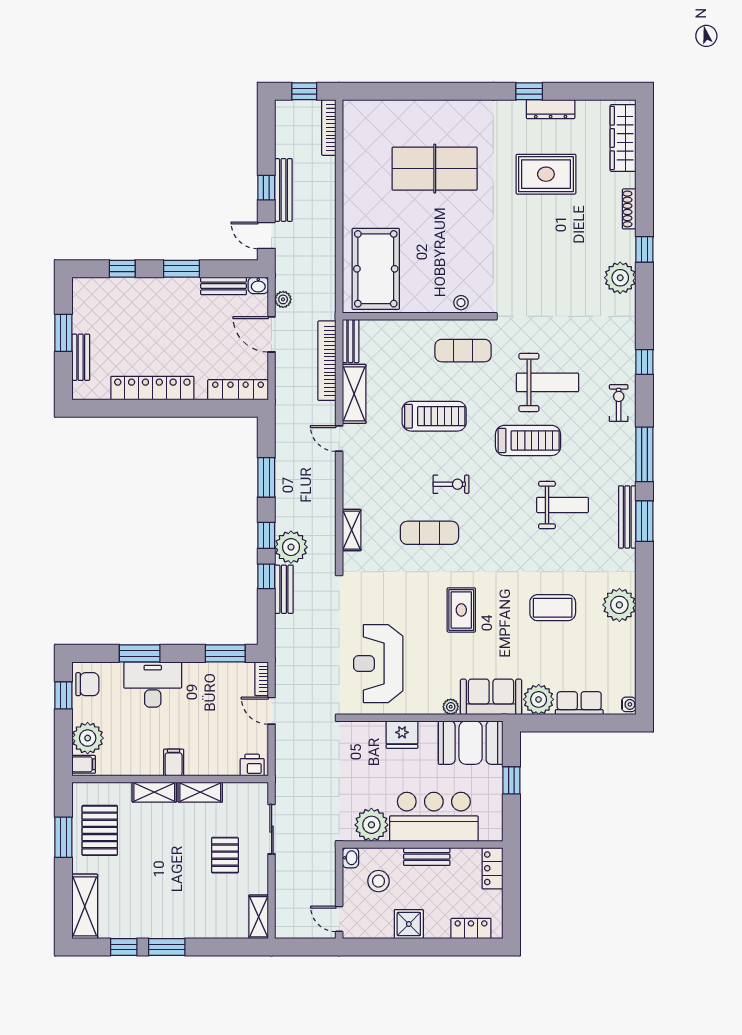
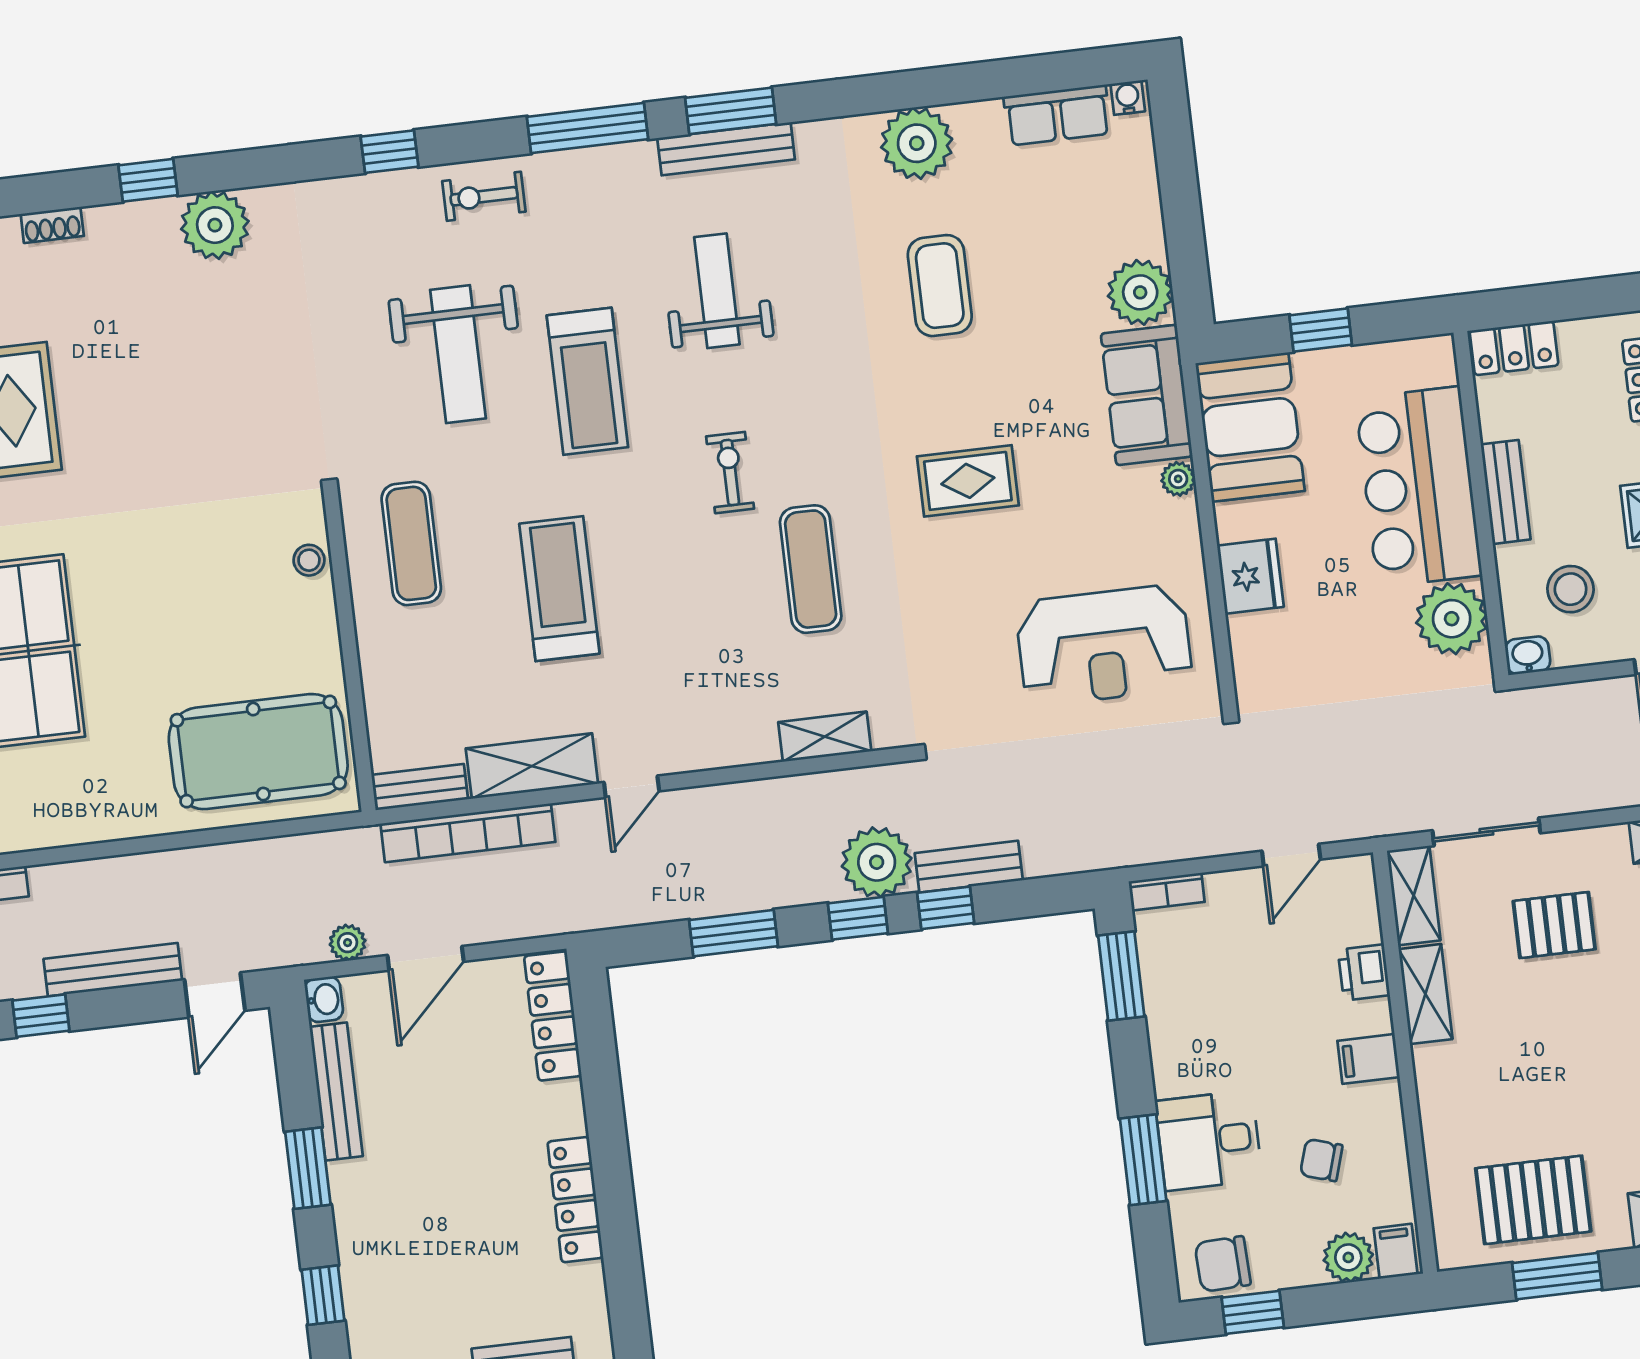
window: (266, 188) -> (41, 1016), moved
shoe rack: (629, 209) -> (52, 225), width x0.70
bench: (224, 286) -> (336, 1092), width x1.36
weight bench: (548, 382) -> (458, 354), turned 180
locker: (152, 388) -> (575, 1200), width x0.71, depth x0.83
treadmill: (528, 440) -> (587, 381), turned 180
exercise bike: (451, 484) -> (730, 473), moved
chair: (87, 684) -> (1223, 1264), turned -92
desk: (153, 684) -> (1209, 1140), width x0.73
row of seats: (579, 703) -> (1057, 115), moved, turned -90
door: (272, 711) -> (1291, 855), moved
chair: (130, 735) -> (1321, 1160), added
plant: (88, 738) -> (1348, 1257), width x0.73, depth x0.73
printer: (252, 765) -> (1364, 972), moved
shelving: (154, 792) -> (1414, 895), moved

